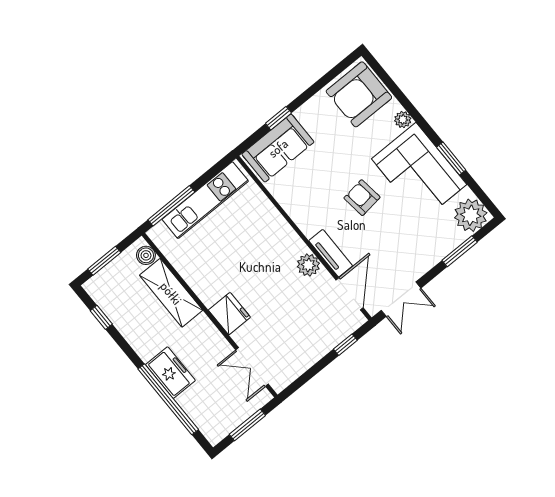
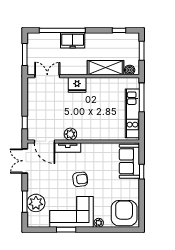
plant: (471, 215) -> (36, 203), moved

